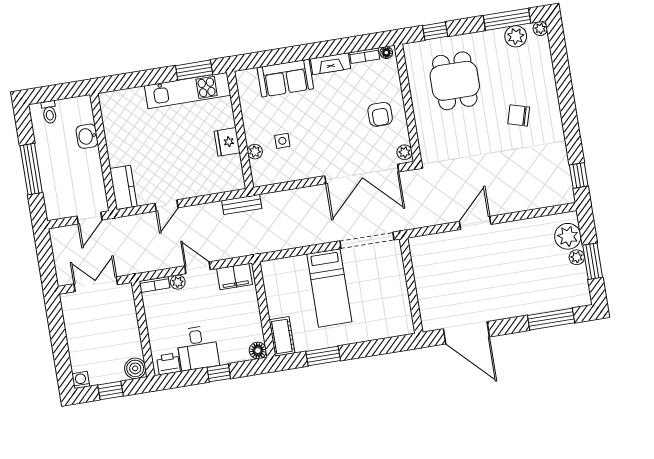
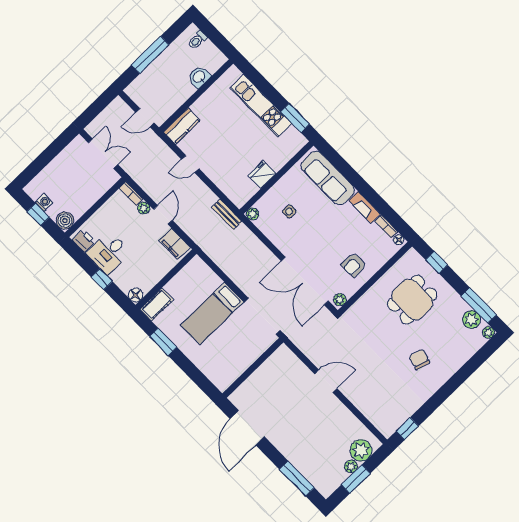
sofa: (285, 78) -> (328, 178), width x1.36
kitchen unit: (188, 90) -> (261, 106), moved
plant: (255, 152) -> (253, 214), moved
washing machine: (81, 380) -> (44, 202), moved

